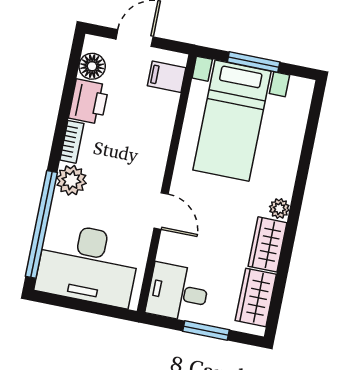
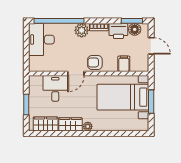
window: (73, 68) -> (132, 21), added
filing cabinet: (167, 77) -> (124, 64), moved
armchair: (146, 166) -> (95, 62), added
desk: (88, 264) -> (41, 40), width x0.73, depth x0.77
desk: (178, 292) -> (55, 88), moved

